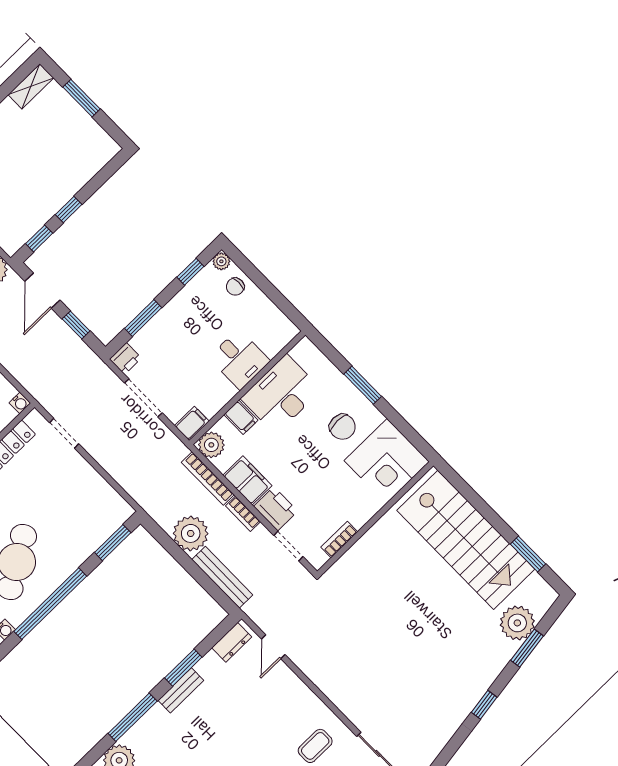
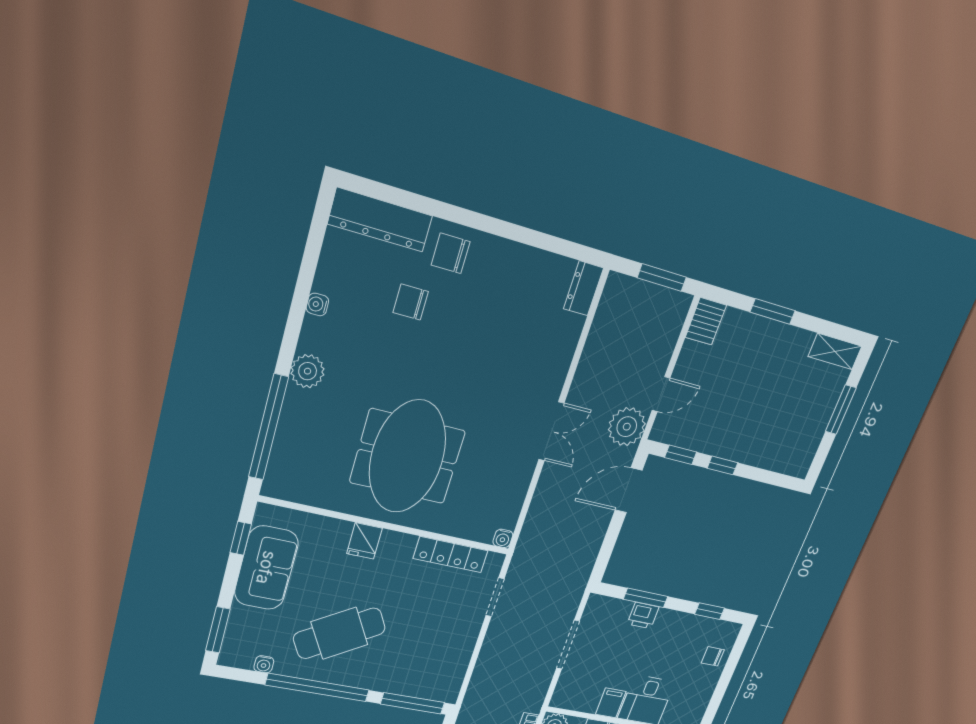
plant: (221, 261) -> (731, 631), removed
window: (76, 325) -> (609, 543), removed
printer: (125, 359) -> (643, 616), moved
filing cabinet: (192, 423) -> (611, 703), moved, turned -90
window: (113, 543) -> (413, 703), width x1.44

